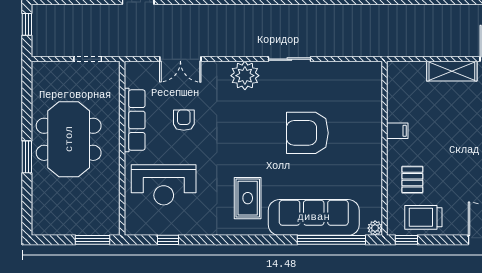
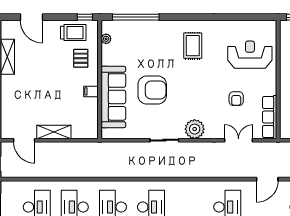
row of seats: (135, 120) -> (270, 117), moved
sofa: (314, 217) -> (113, 97), moved, turned -90
plant: (375, 228) -> (106, 39), moved
window: (168, 240) -> (247, 17), removed

